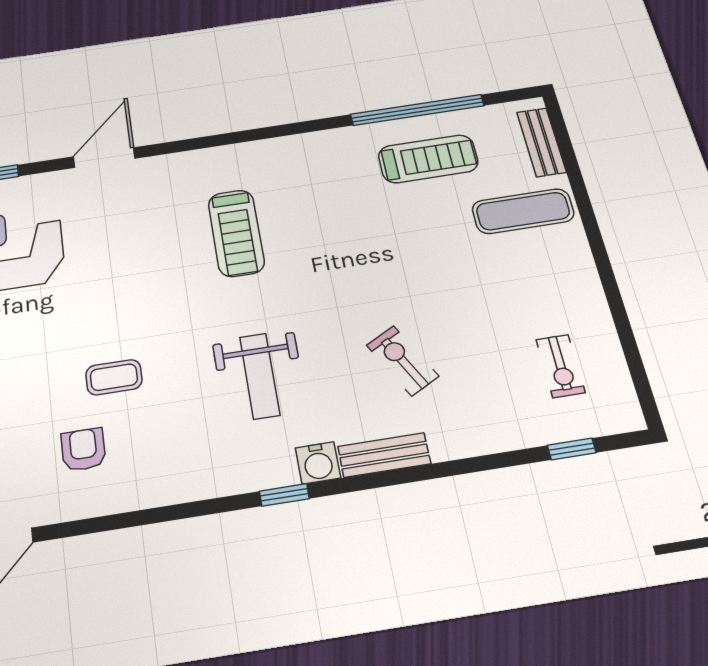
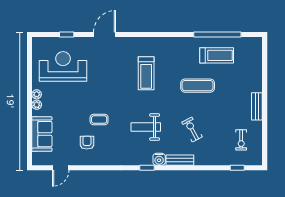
bench: (541, 142) -> (257, 106), moved
exercise mat: (523, 211) -> (198, 86), moved
weight bench: (260, 376) -> (146, 127), turned 90

